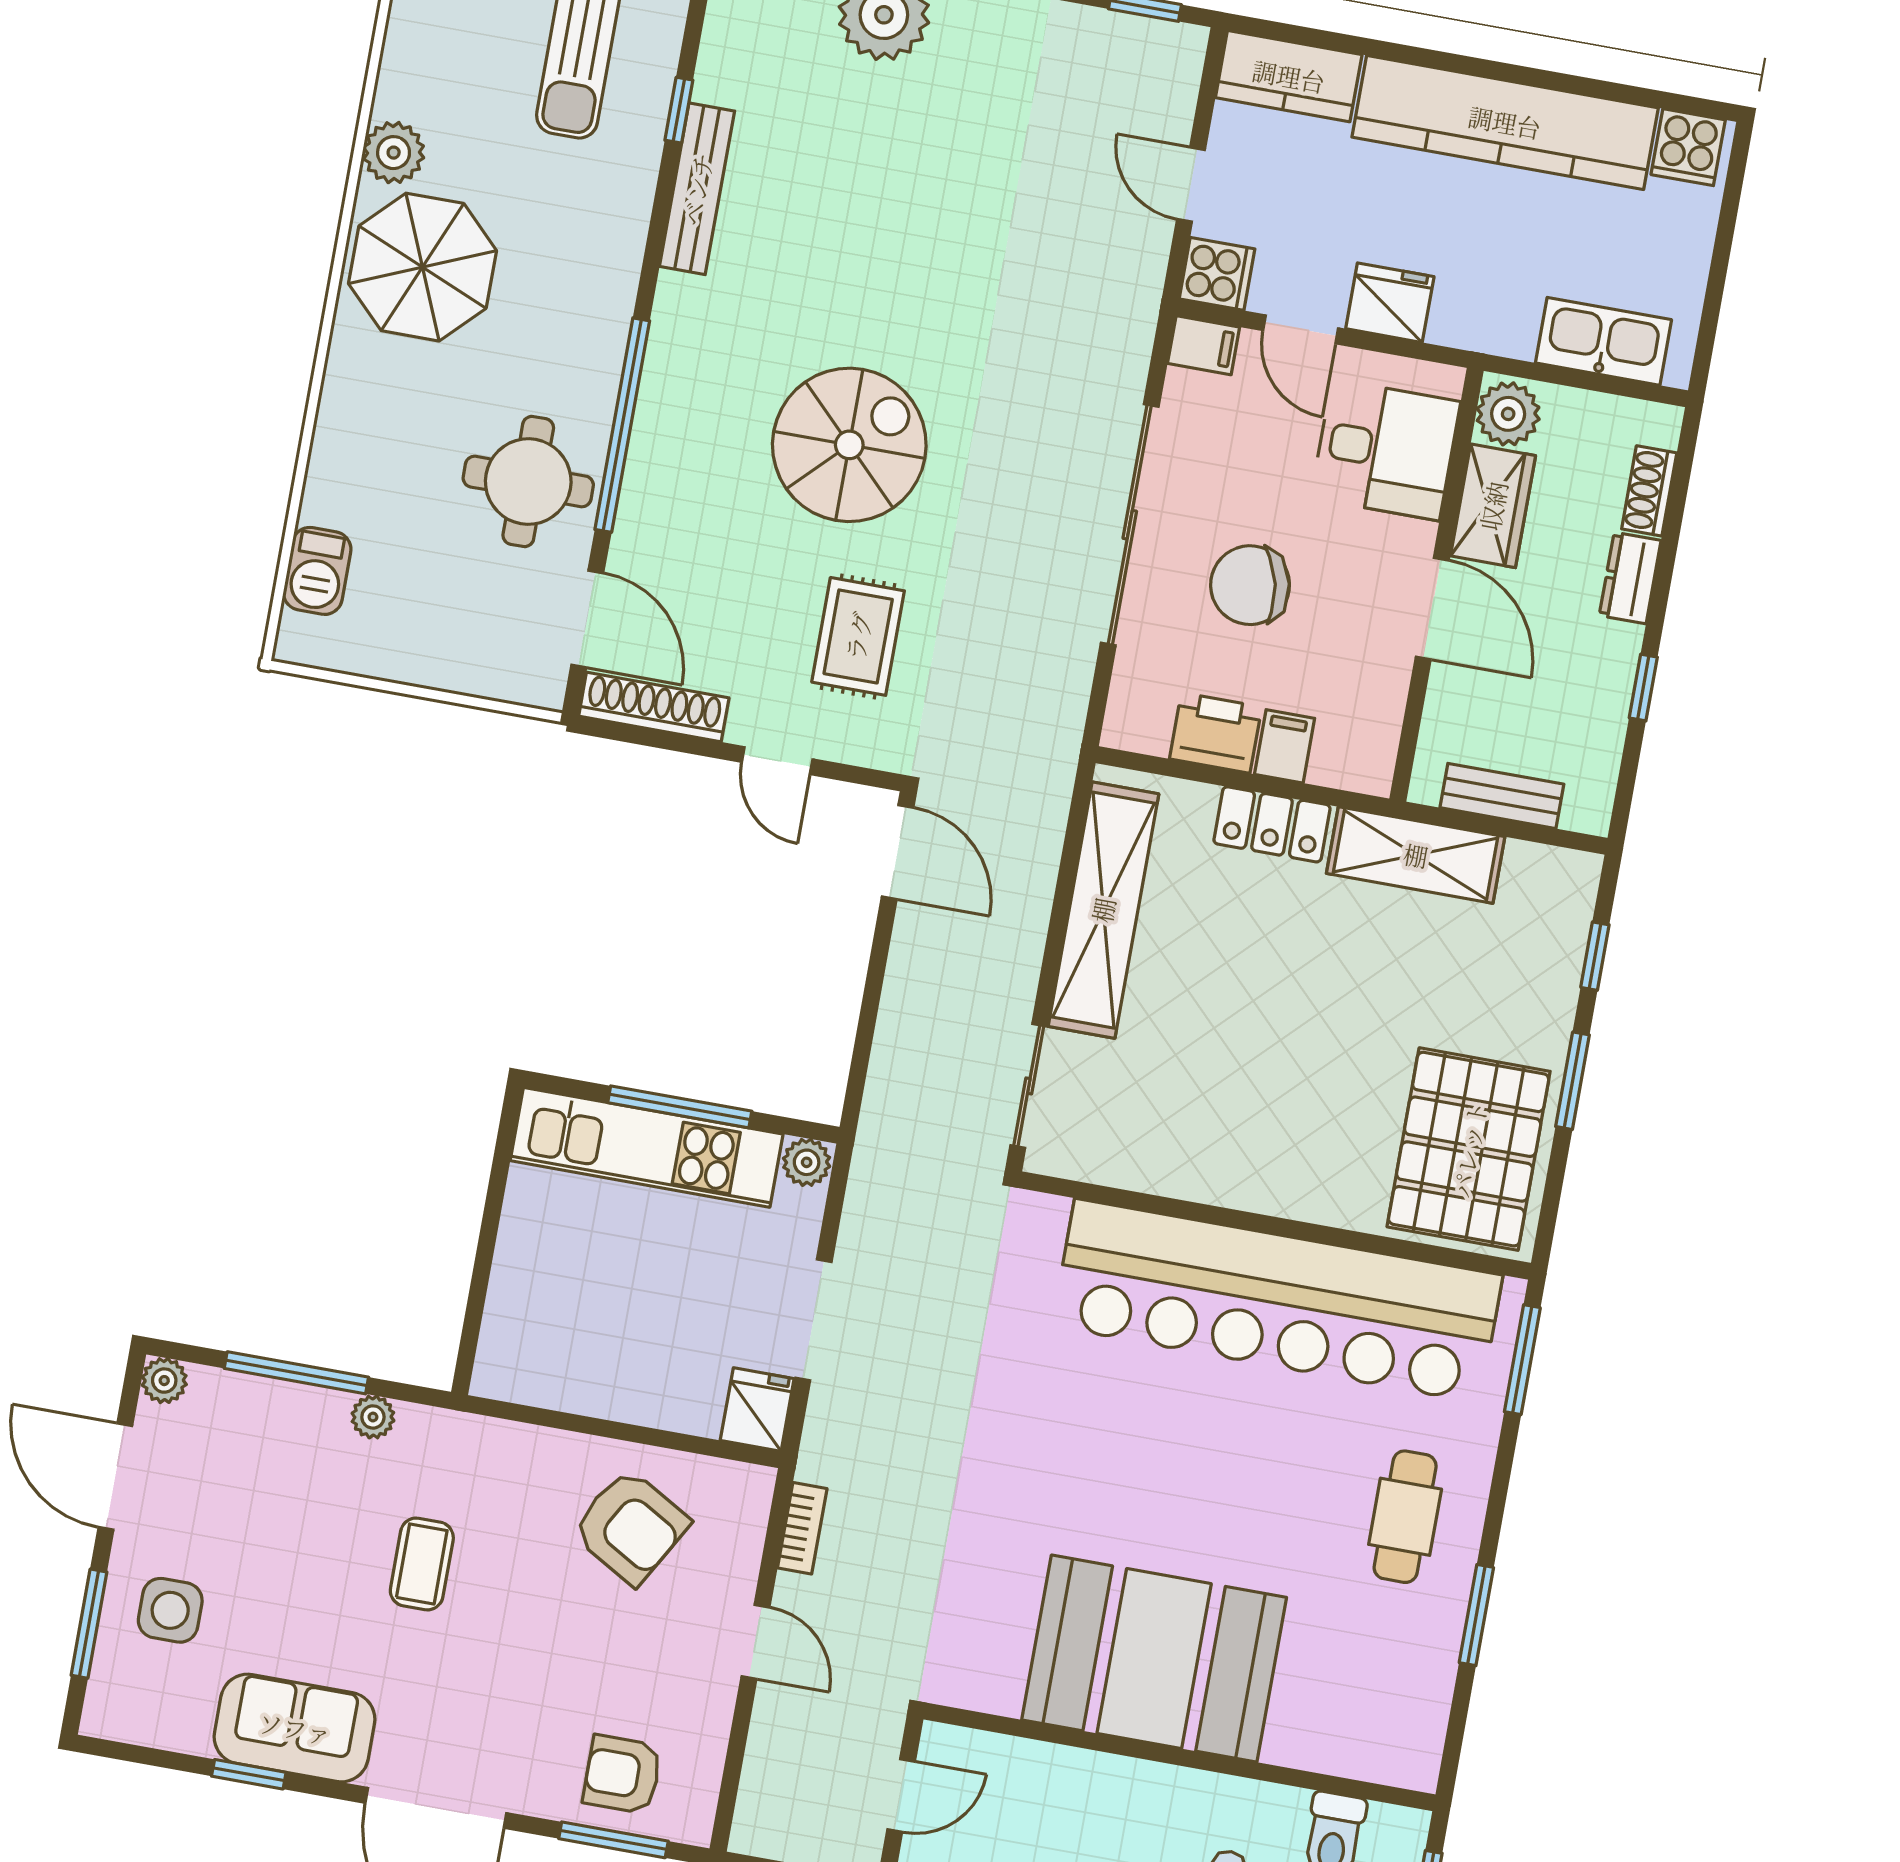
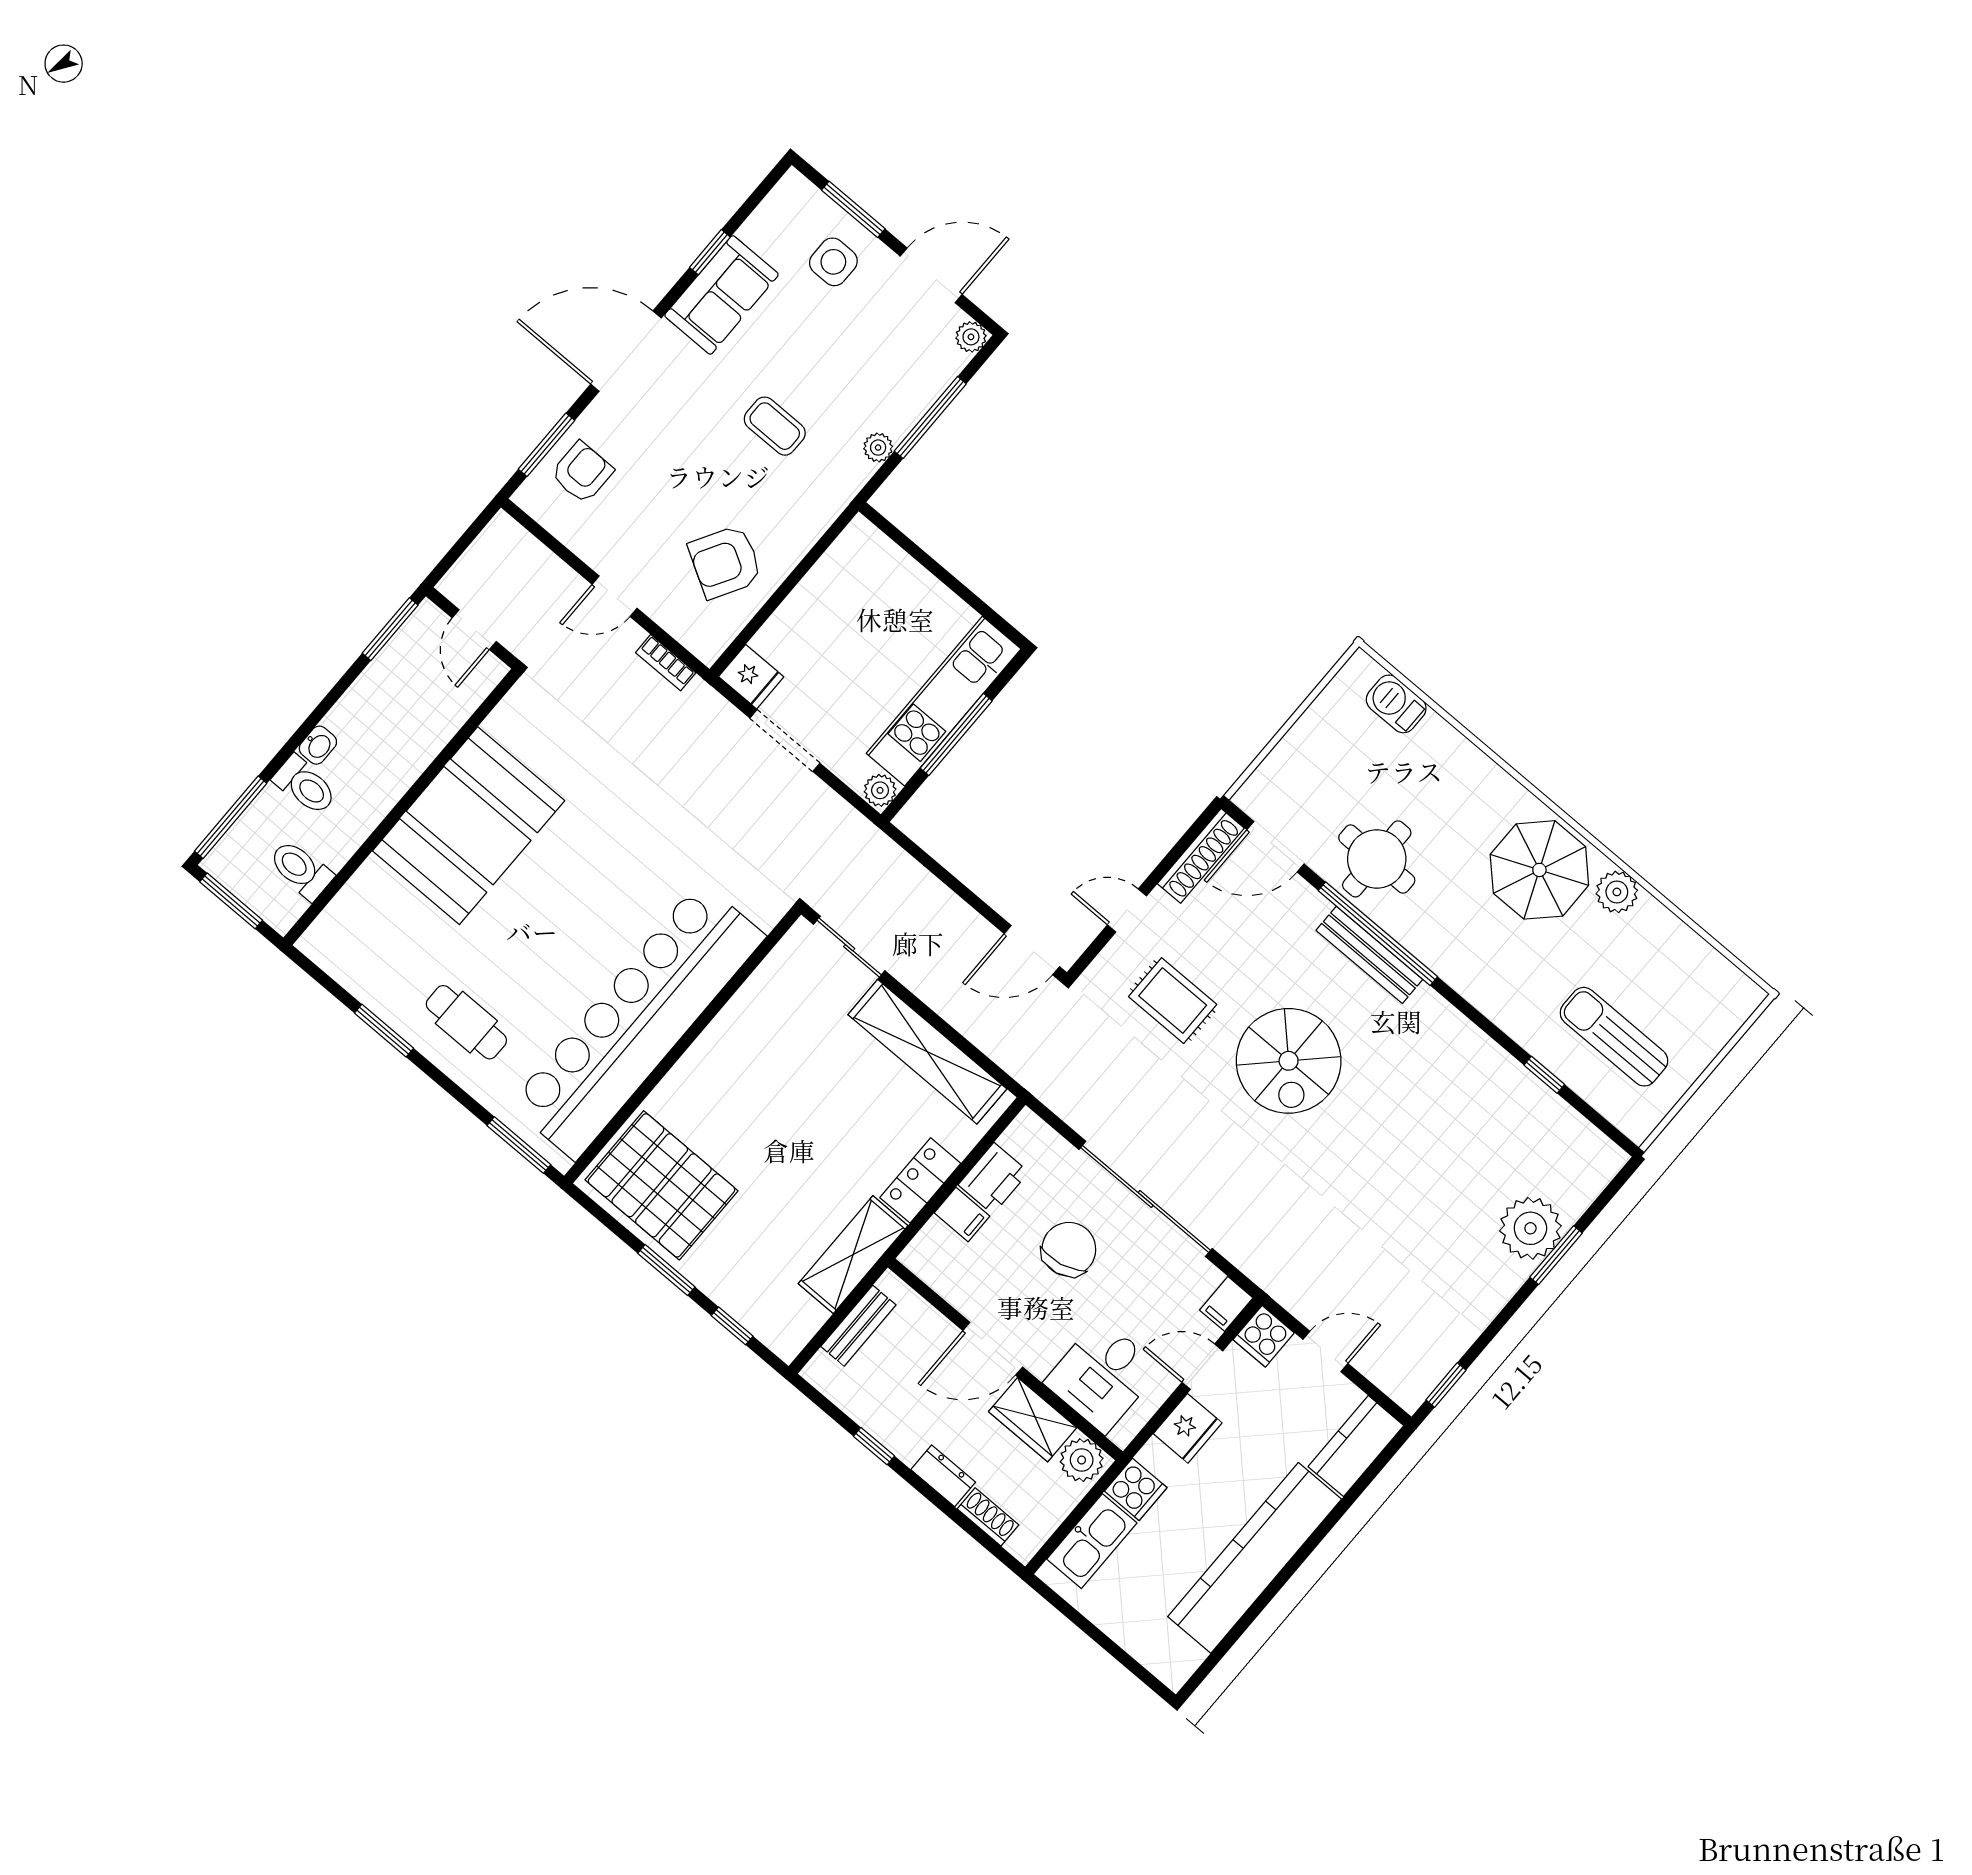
cooker: (1688, 147) -> (1136, 1489), moved, turned 180
bench: (697, 189) -> (1369, 955), moved

